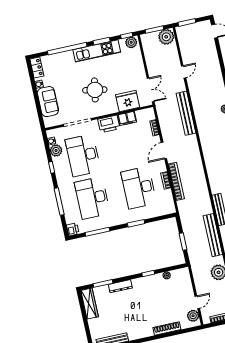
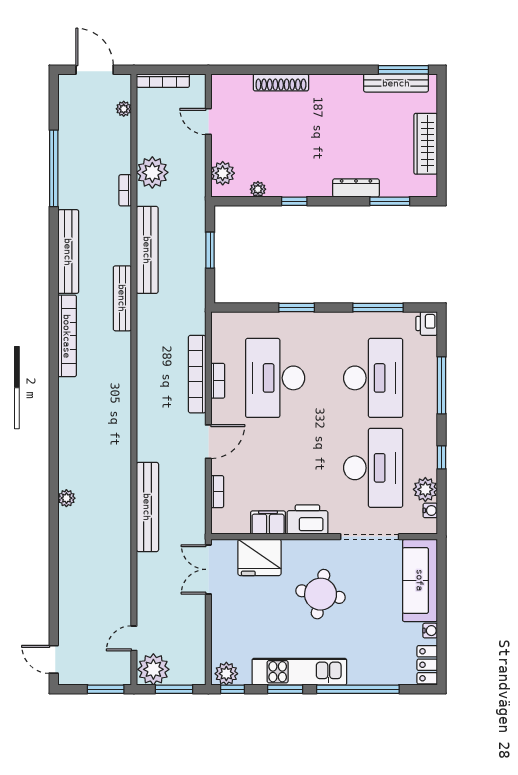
door: (184, 72) -> (134, 638), moved
sofa: (48, 102) -> (420, 580), width x1.36
desk: (139, 188) -> (275, 378), turned 180
door: (197, 302) -> (208, 122), hinge flipped
wardrobe: (90, 304) -> (426, 144), moved
plant: (193, 316) -> (223, 173), moved

